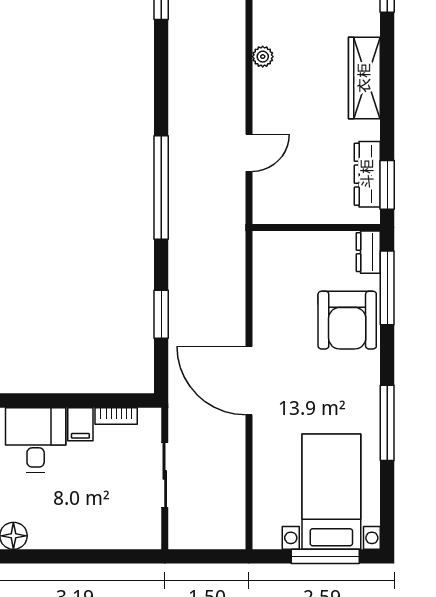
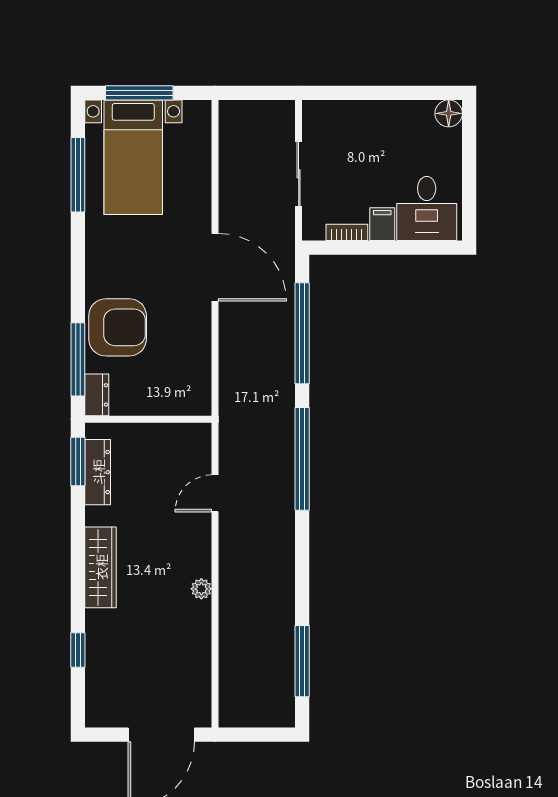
window: (161, 314) -> (302, 333), width x2.11
armchair: (347, 320) -> (118, 327), turned 90
window: (387, 423) -> (78, 175), moved

